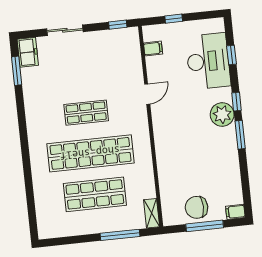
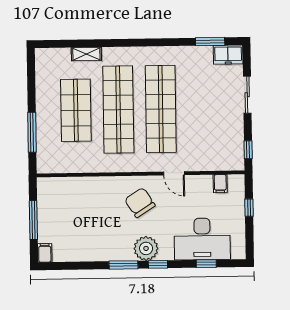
shop shelf: (86, 113) -> (161, 109), width x2.00, depth x1.36
chair: (196, 207) -> (140, 203), moved, turned -33
shelving: (152, 213) -> (86, 54), moved

